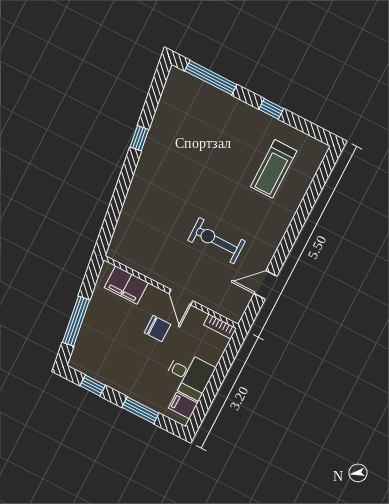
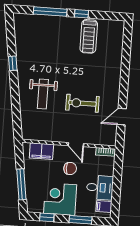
window: (211, 78) -> (50, 12), moved
treadmill: (274, 169) -> (89, 36), moved
weight bench: (164, 202) -> (43, 94), added
corner desk: (124, 367) -> (60, 199), added

